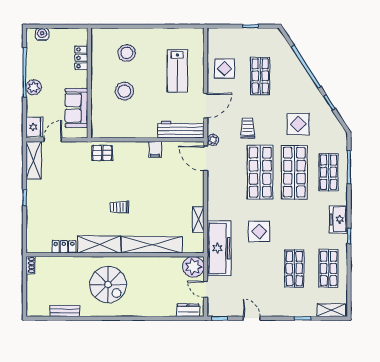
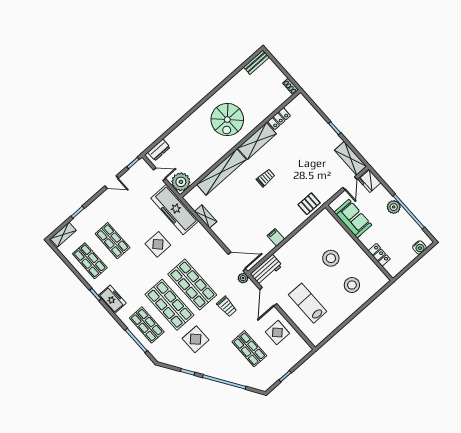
workbench: (181, 129) -> (266, 270), width x0.73
spiral stairs: (108, 285) -> (227, 119), turned -90
bench: (65, 311) -> (256, 62), moved

